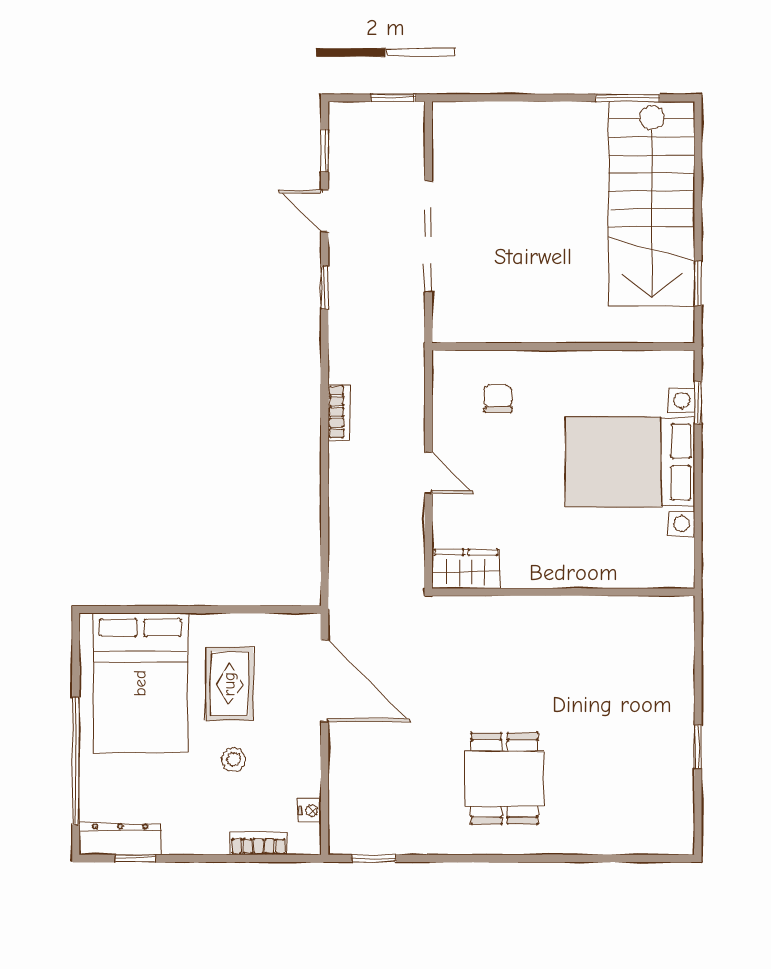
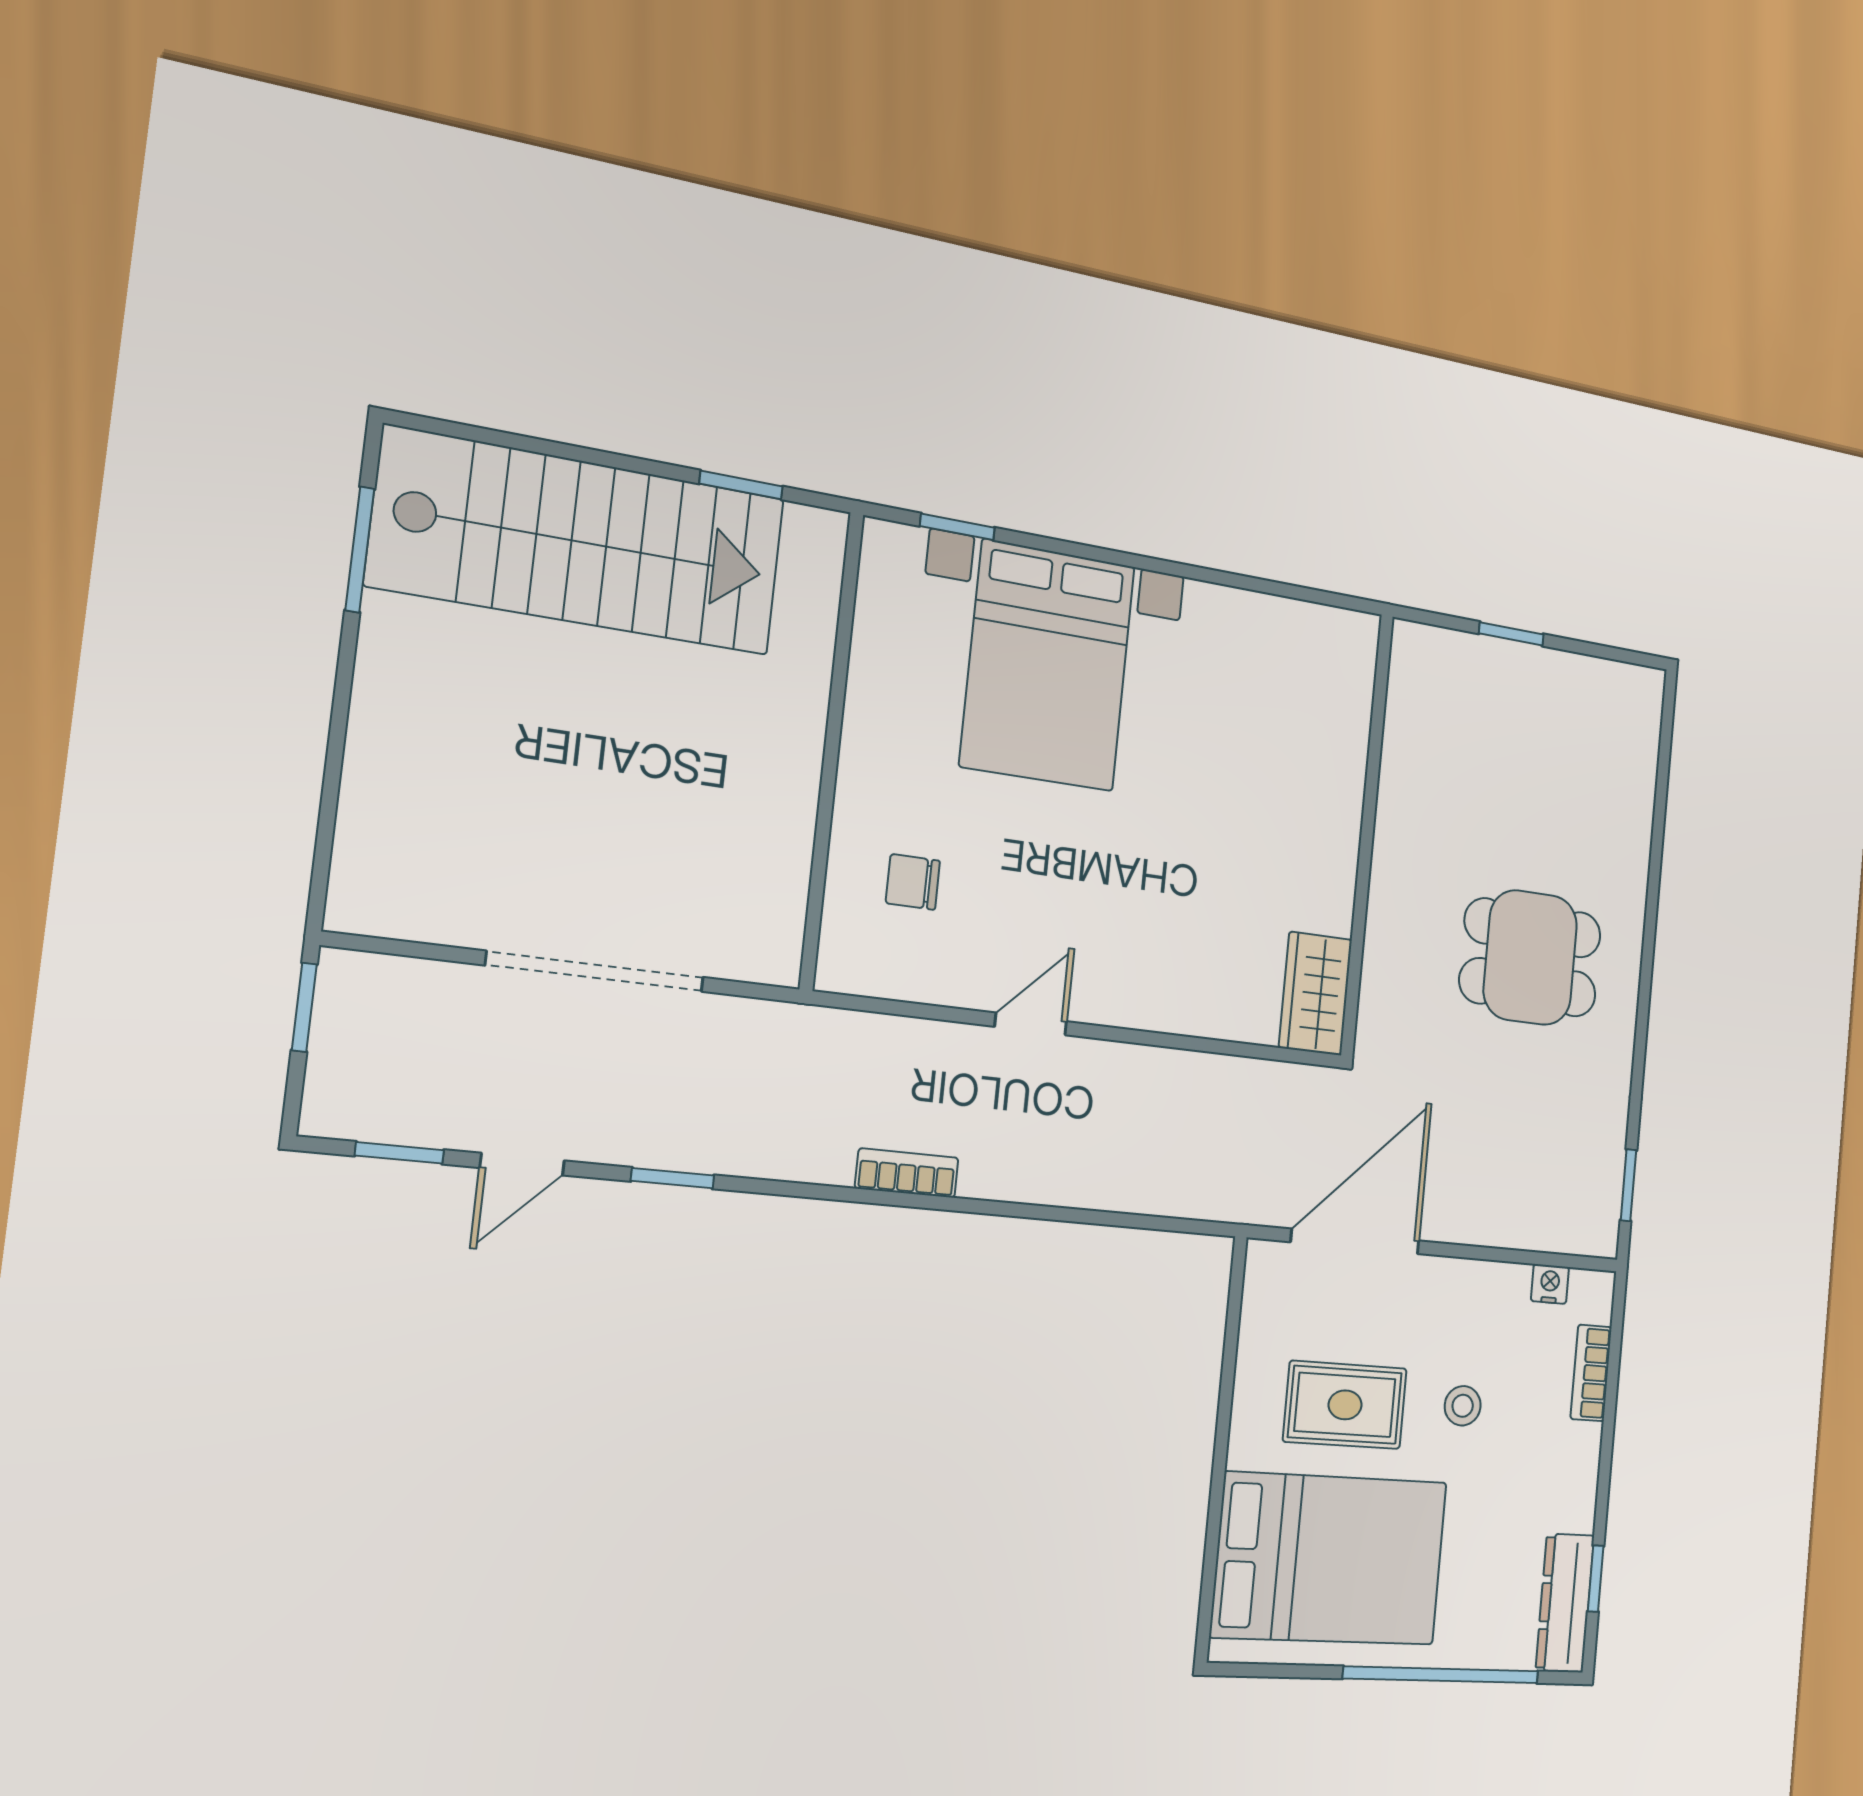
wardrobe: (466, 569) -> (1315, 993), moved
wall: (563, 592) -> (1367, 835), moved

